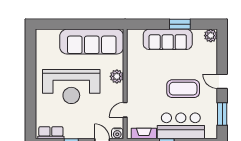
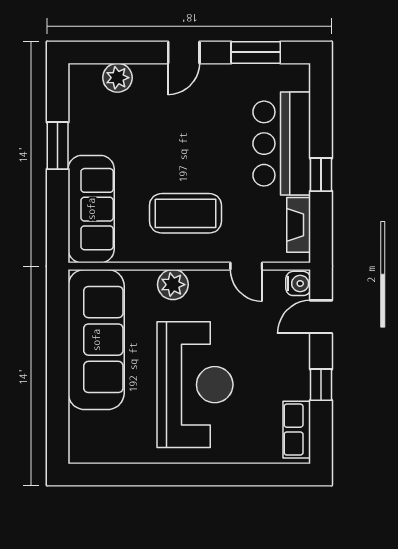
plant: (211, 36) -> (117, 78), moved
sofa: (168, 39) -> (91, 209), moved
coffee table: (183, 89) -> (185, 213), moved, turned 90

